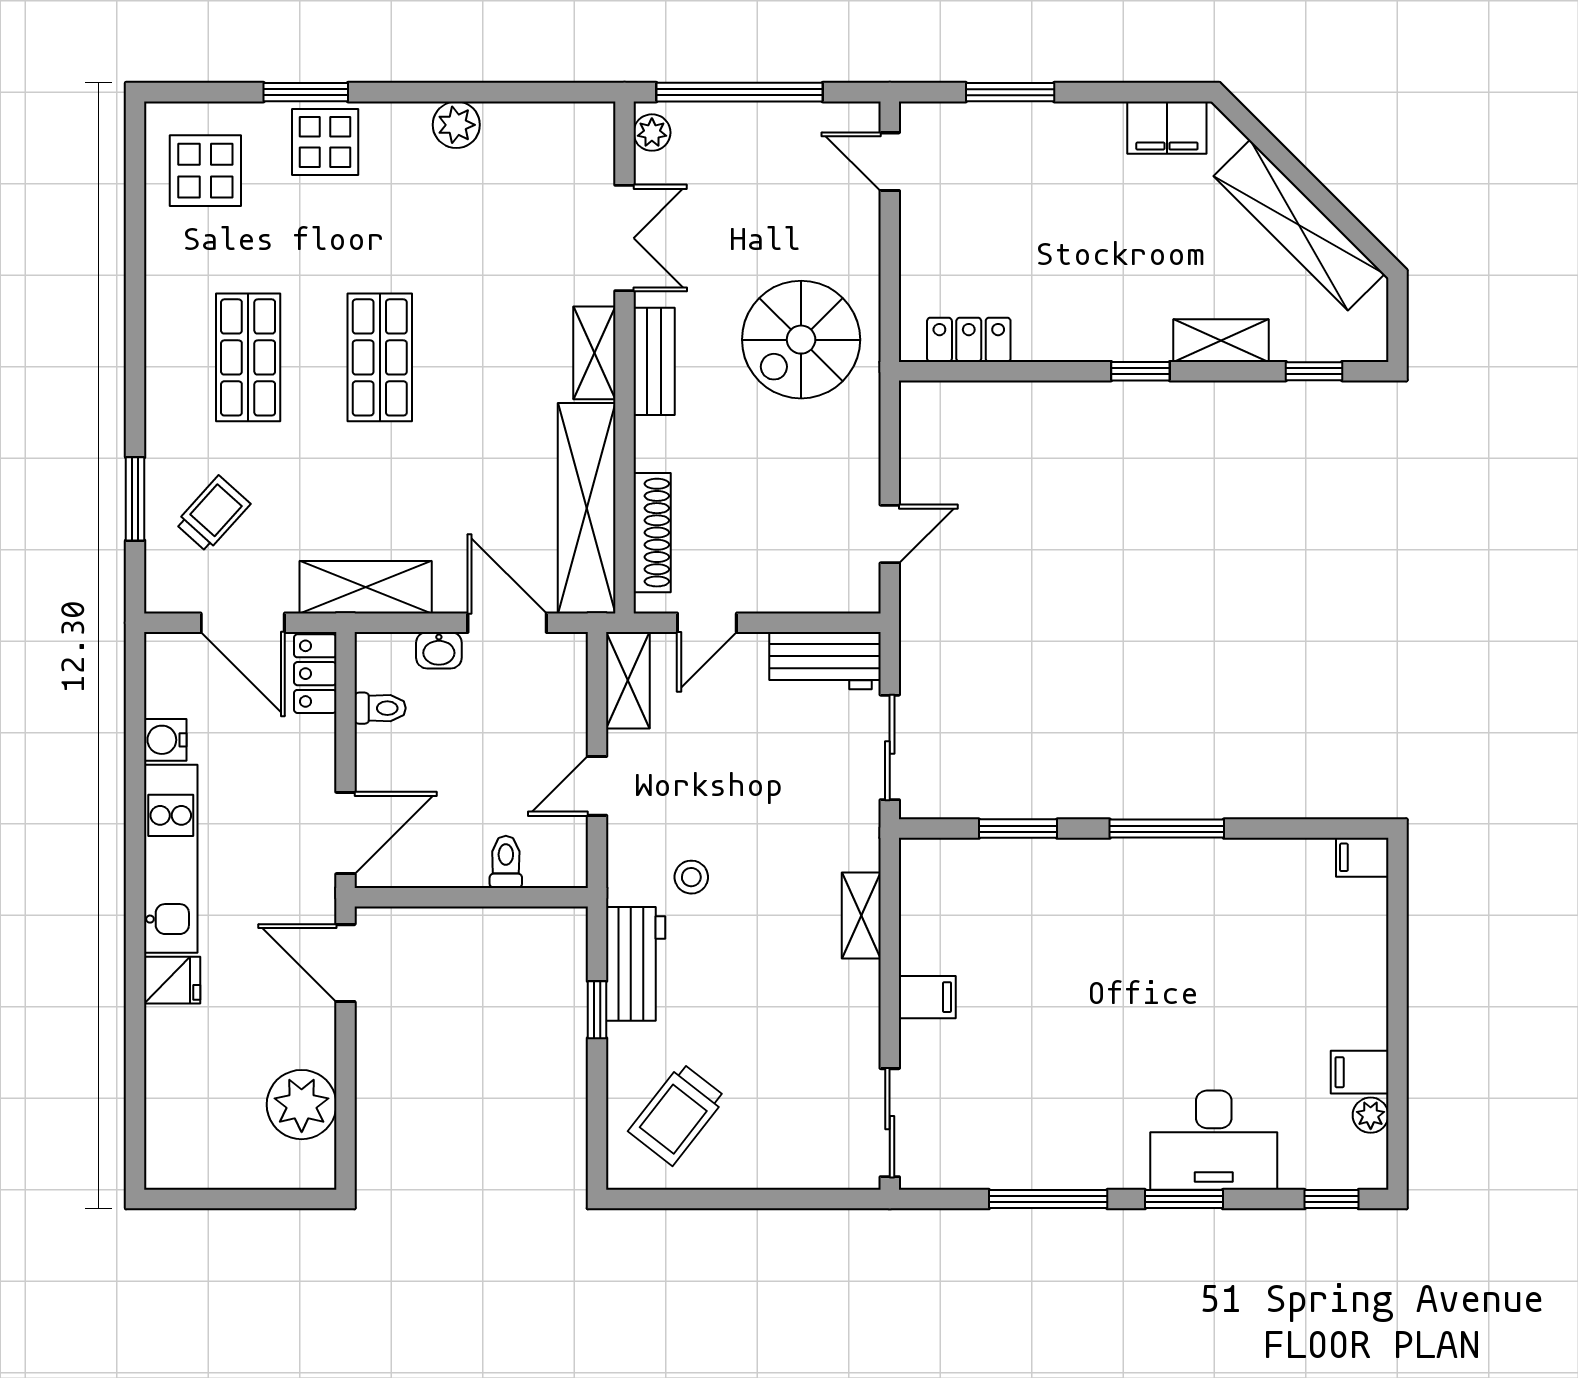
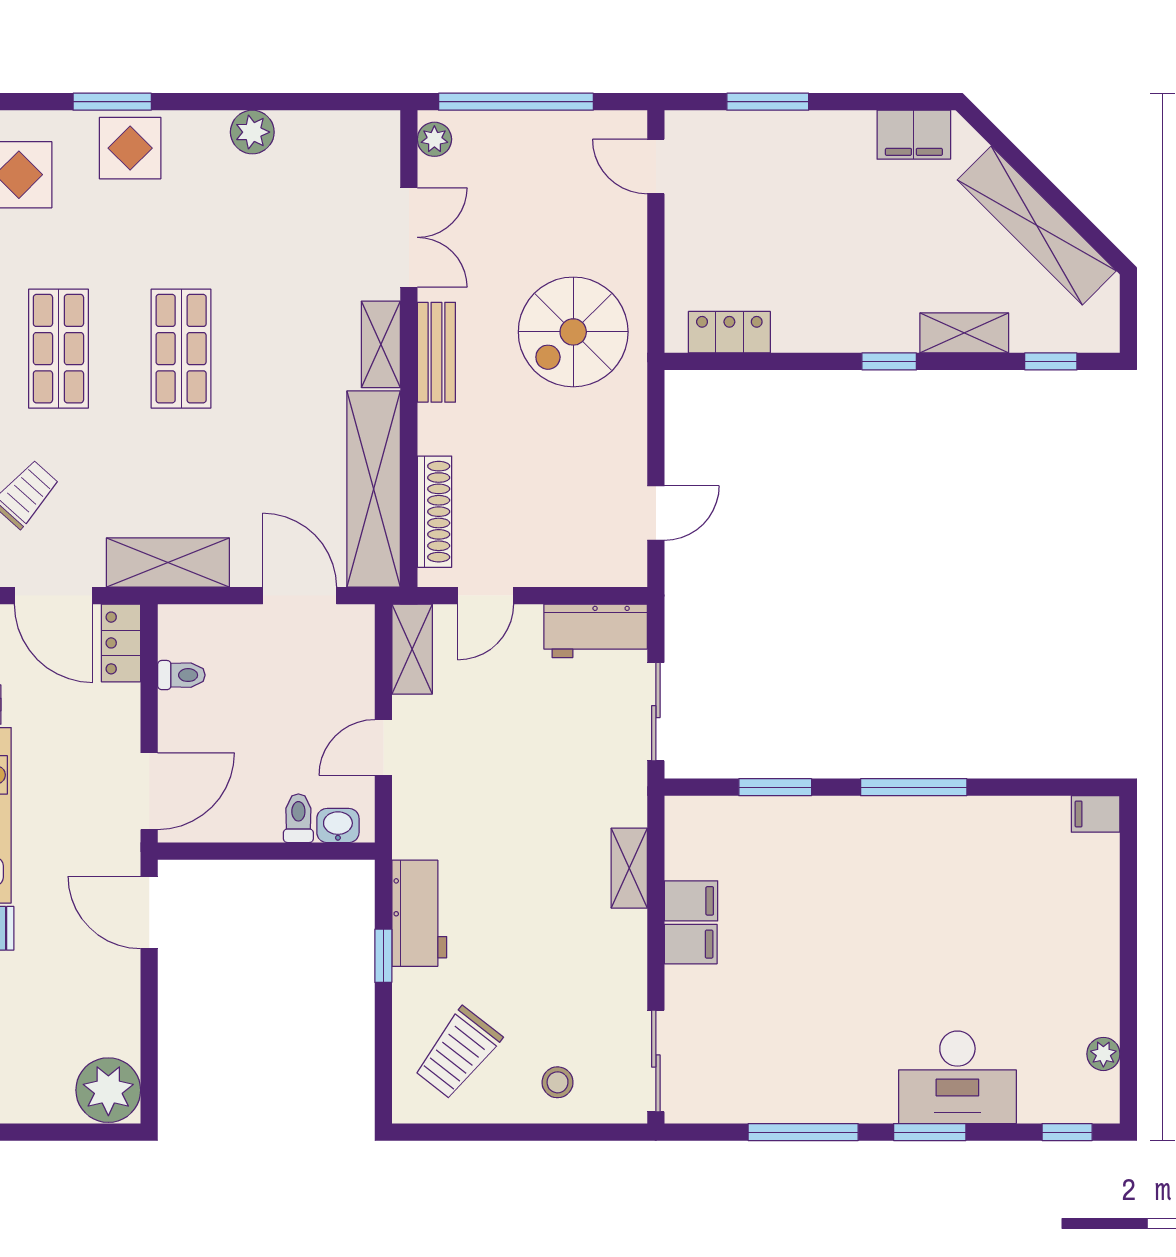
washbasin: (439, 650) -> (338, 825), moved, turned 180
stool: (691, 877) -> (558, 1082), moved
filing cabinet: (1360, 1072) -> (691, 901), moved, turned 180
plant: (302, 1105) -> (108, 1090), moved

